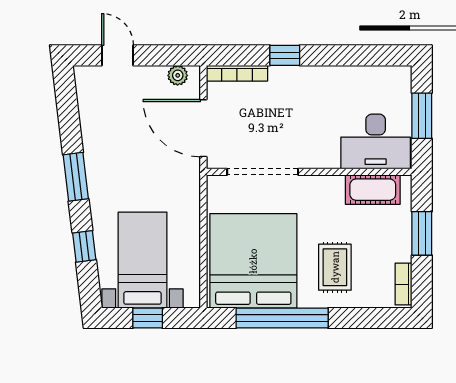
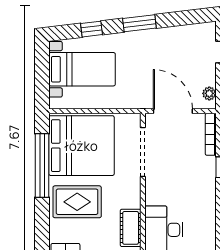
door: (203, 128) -> (173, 111), hinge flipped
rug: (335, 267) -> (77, 202), width x1.36, depth x1.43
window: (148, 318) -> (42, 73), removed

